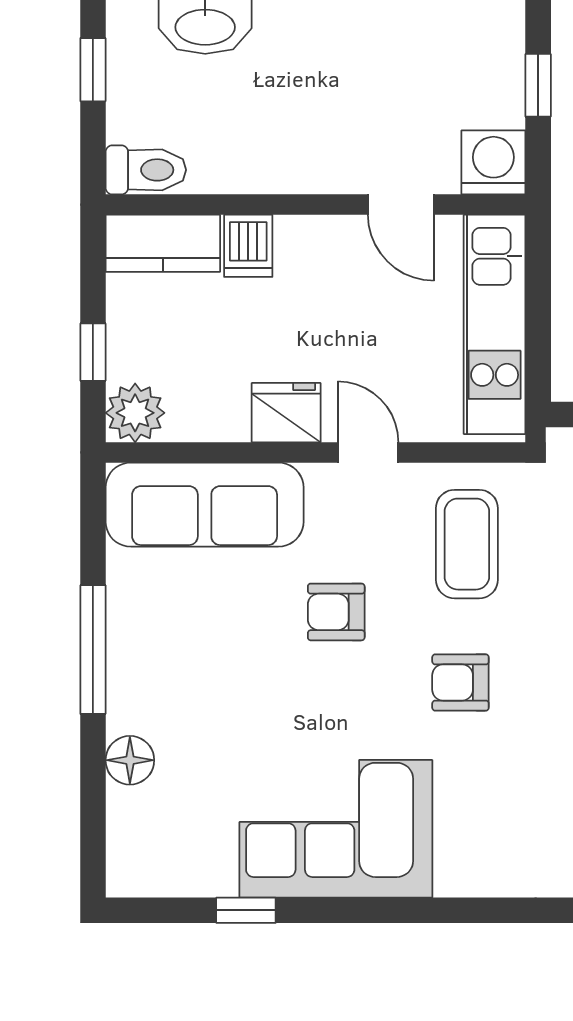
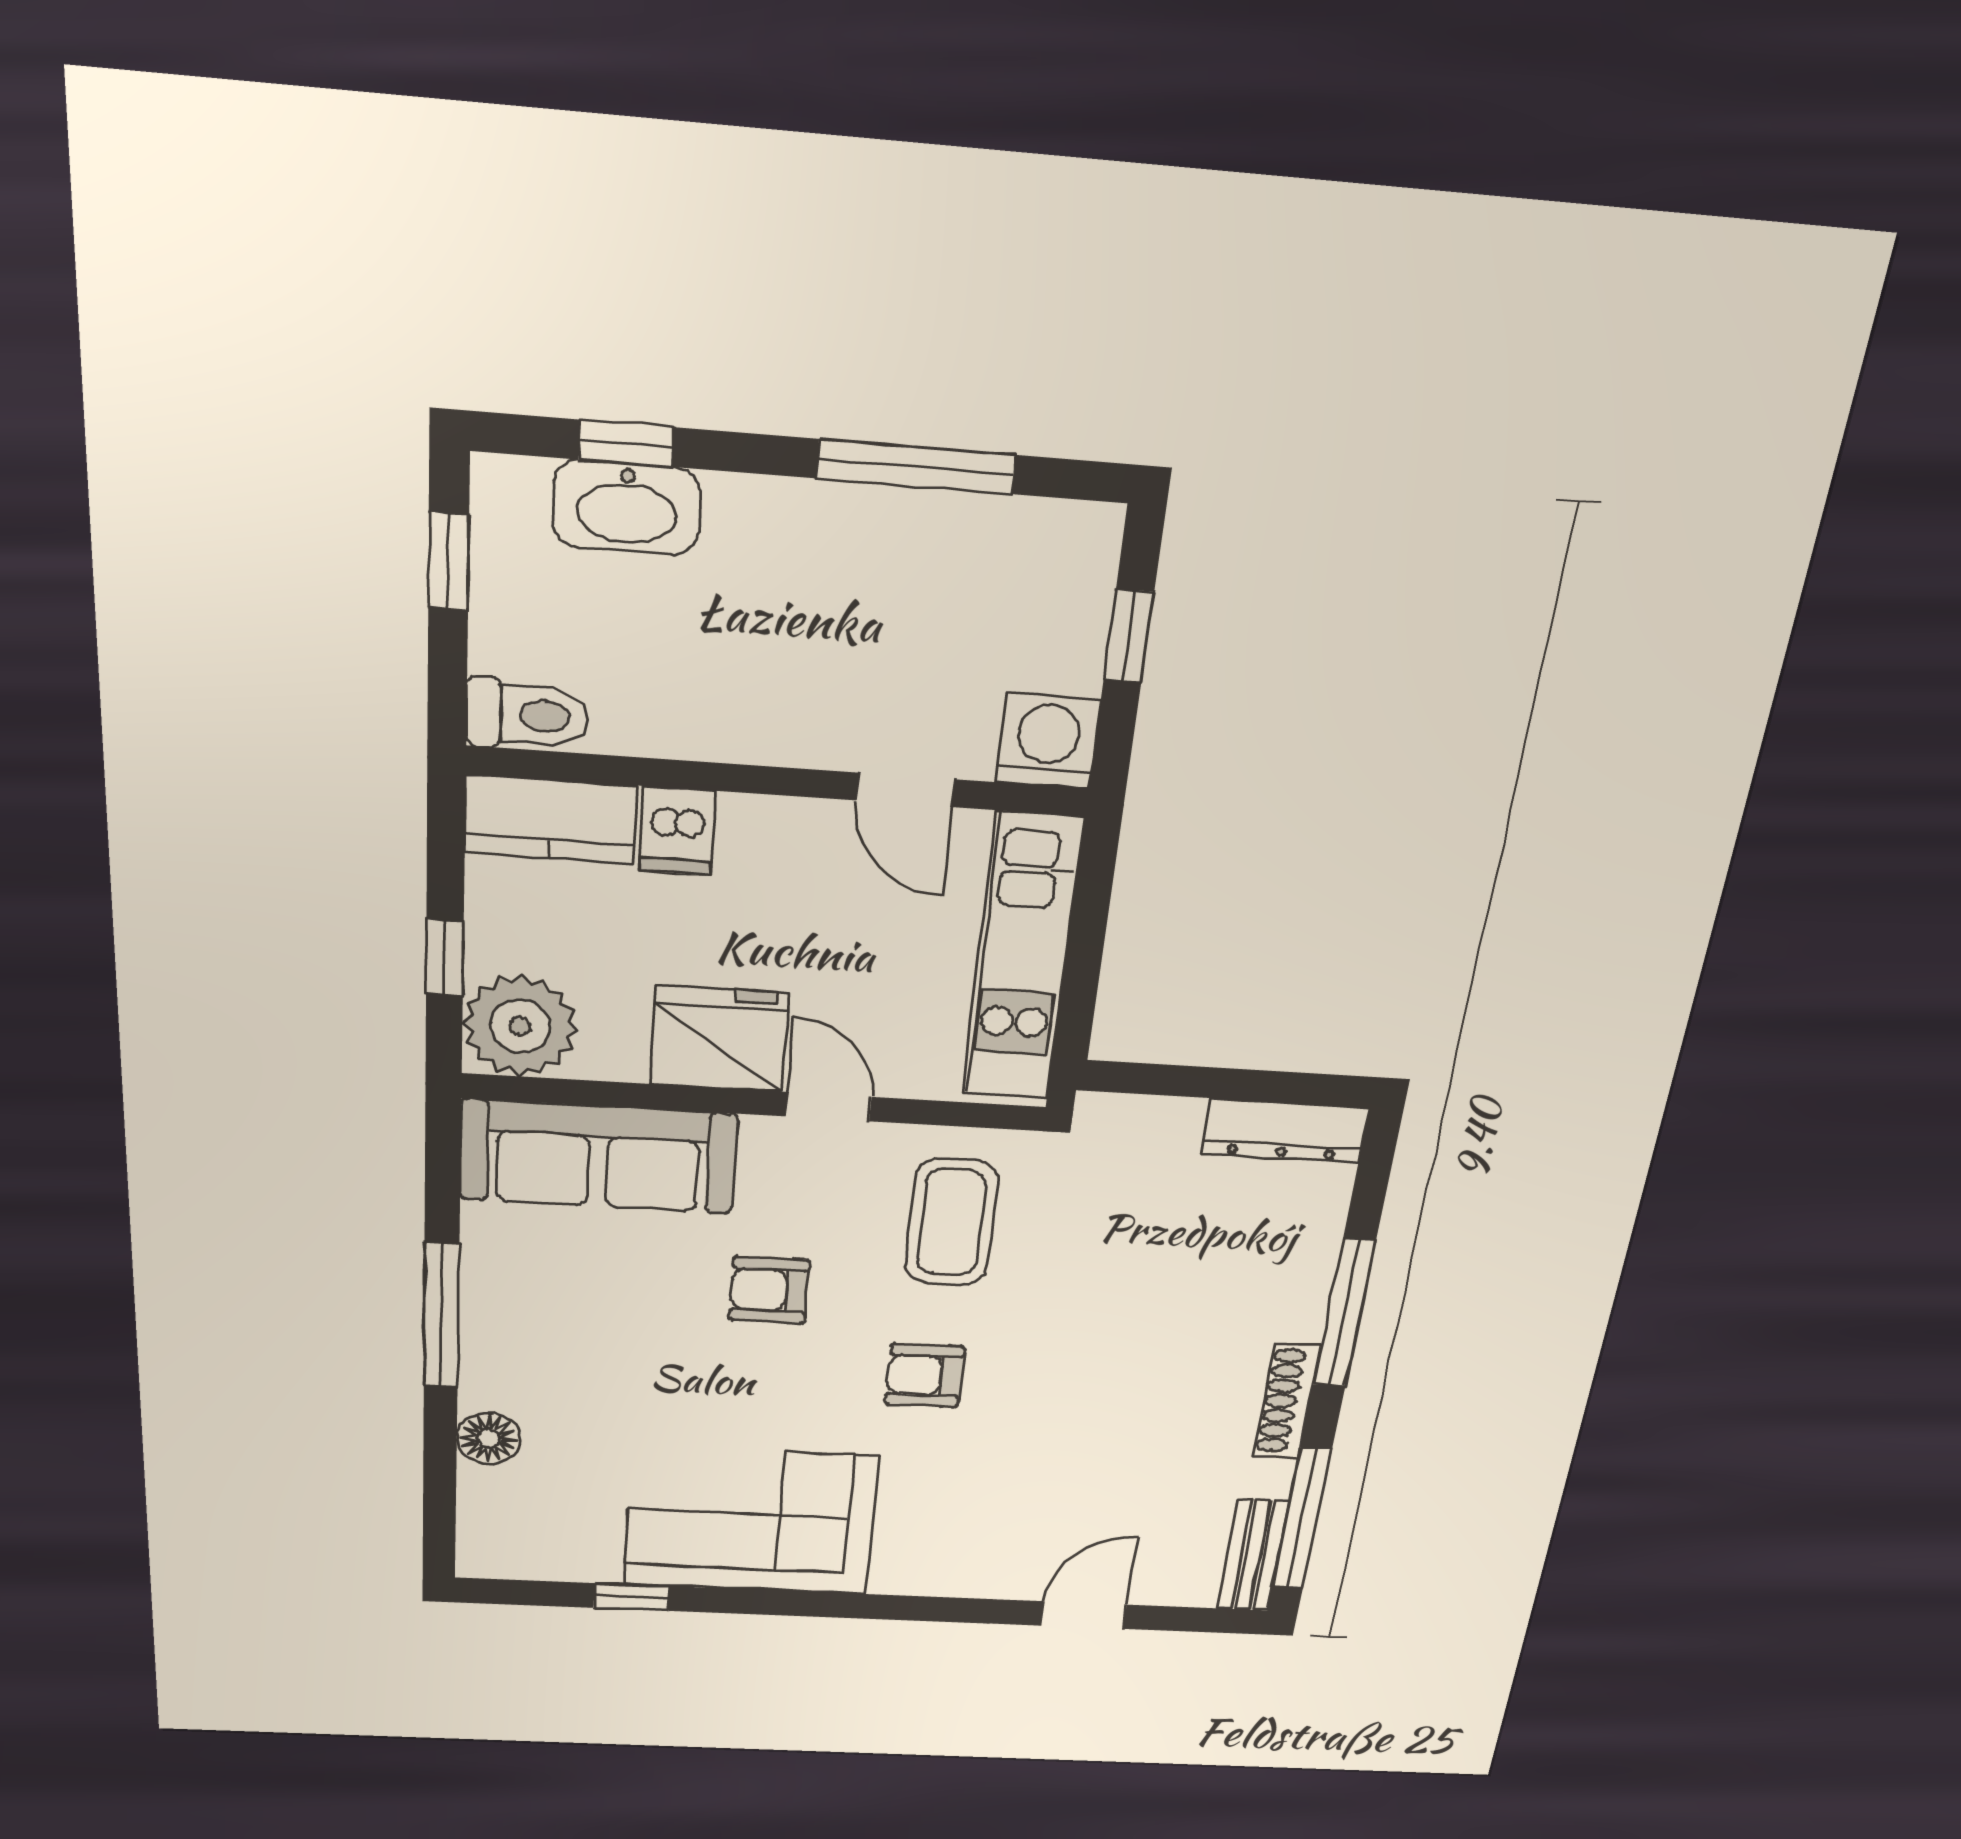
plant: (135, 413) -> (520, 1026), width x1.36, depth x1.36
fridge: (286, 413) -> (719, 1039), width x1.36, depth x1.34

